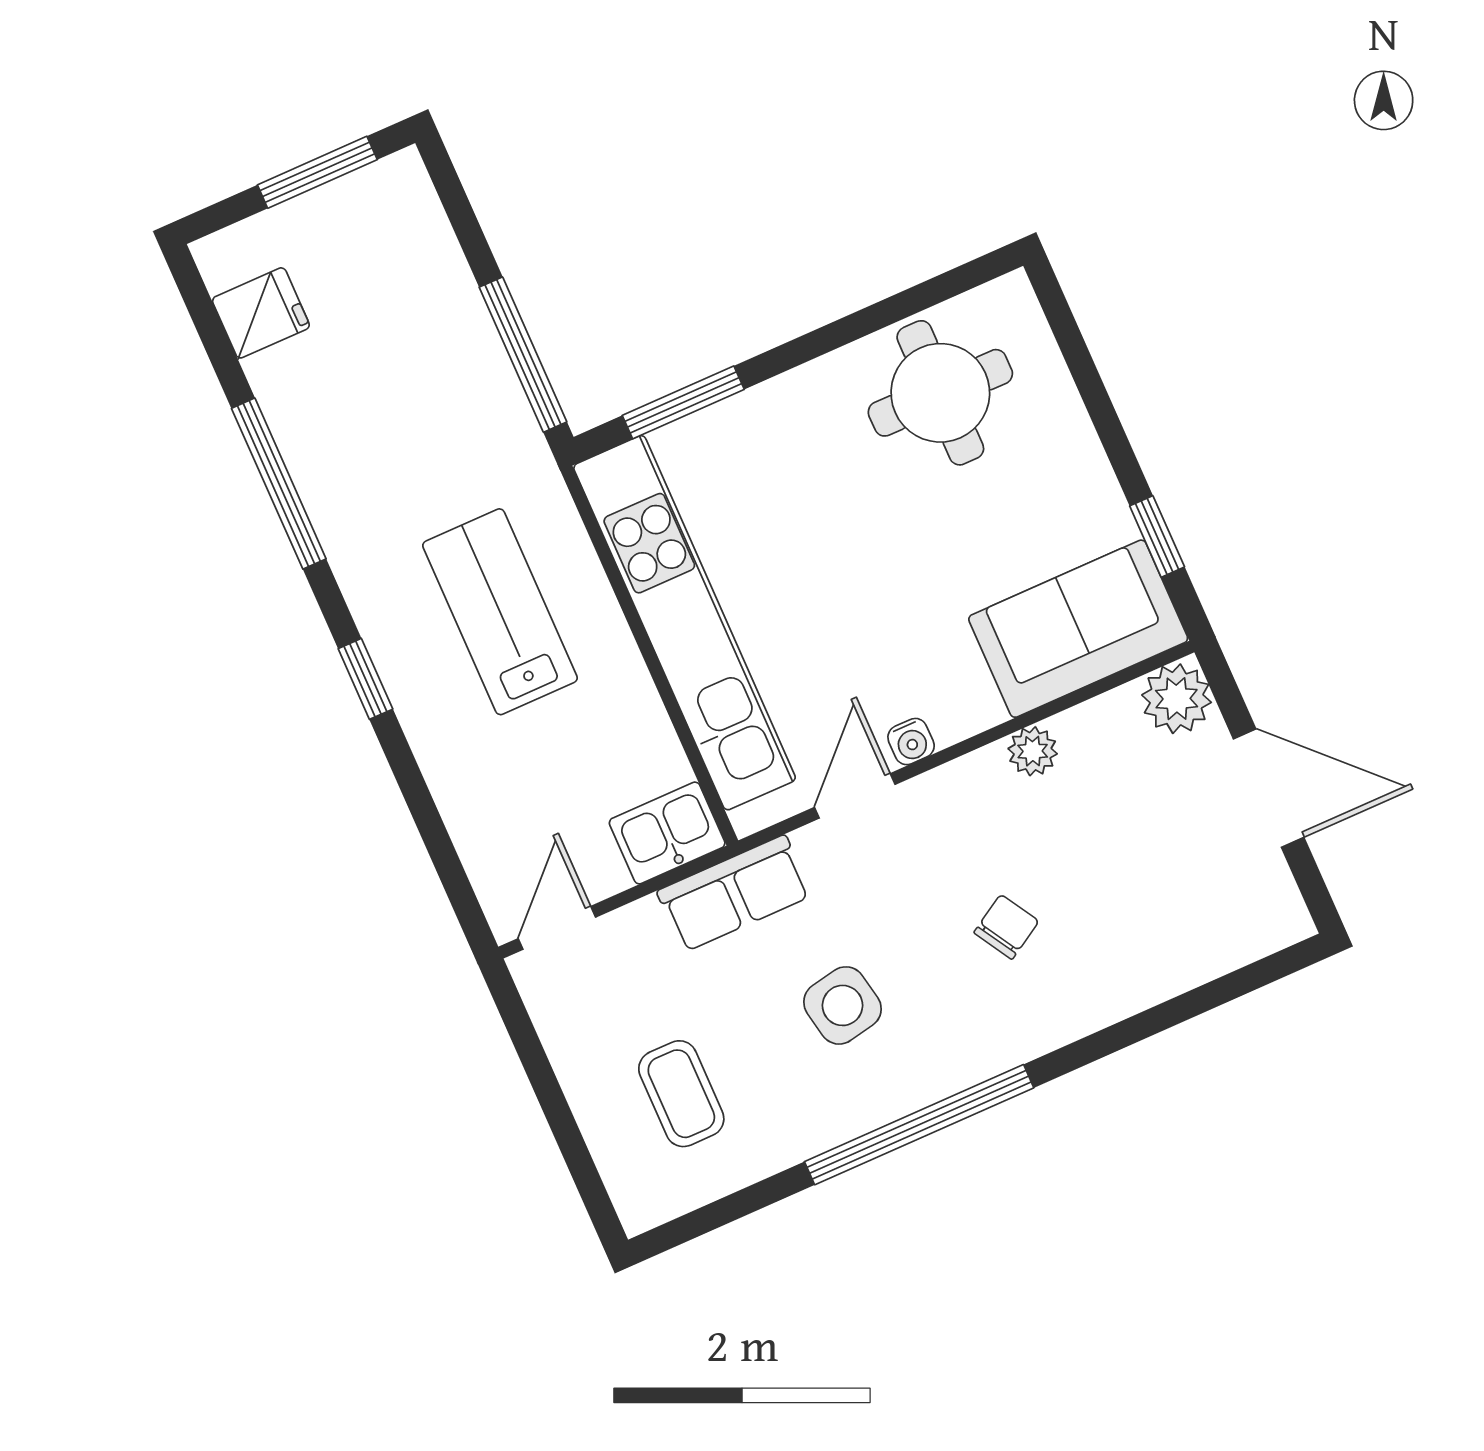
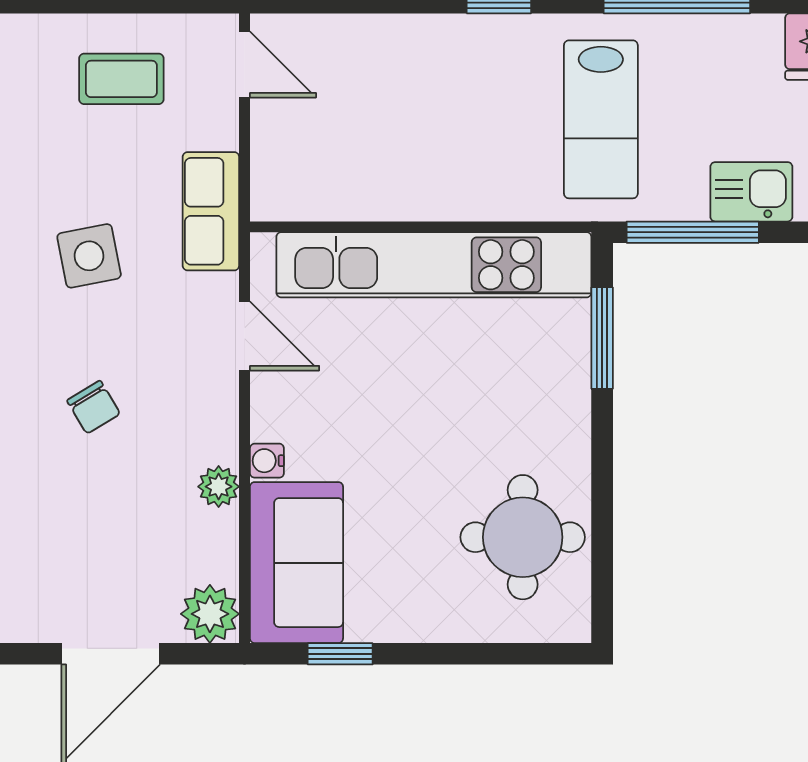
lab bench: (500, 612) -> (601, 119), moved, turned 90
water cooler: (911, 742) -> (267, 461), moved
kitchen sink: (667, 833) -> (751, 192), moved, turned -90
coffee table: (681, 1094) -> (121, 79), moved

